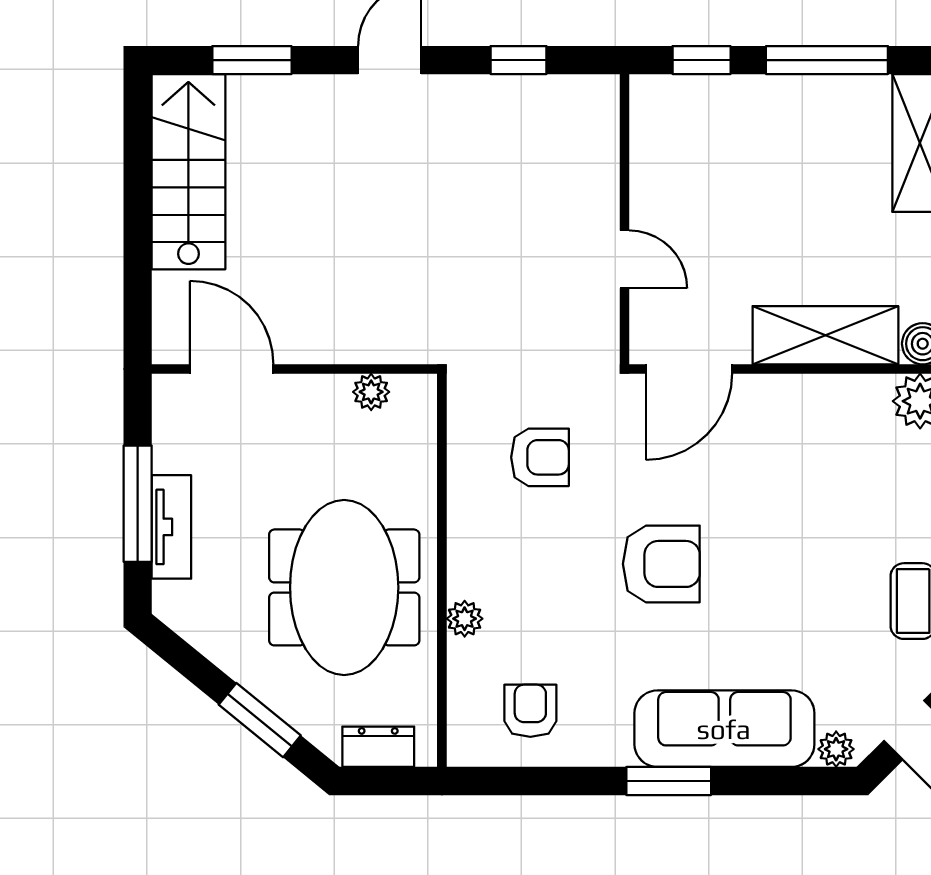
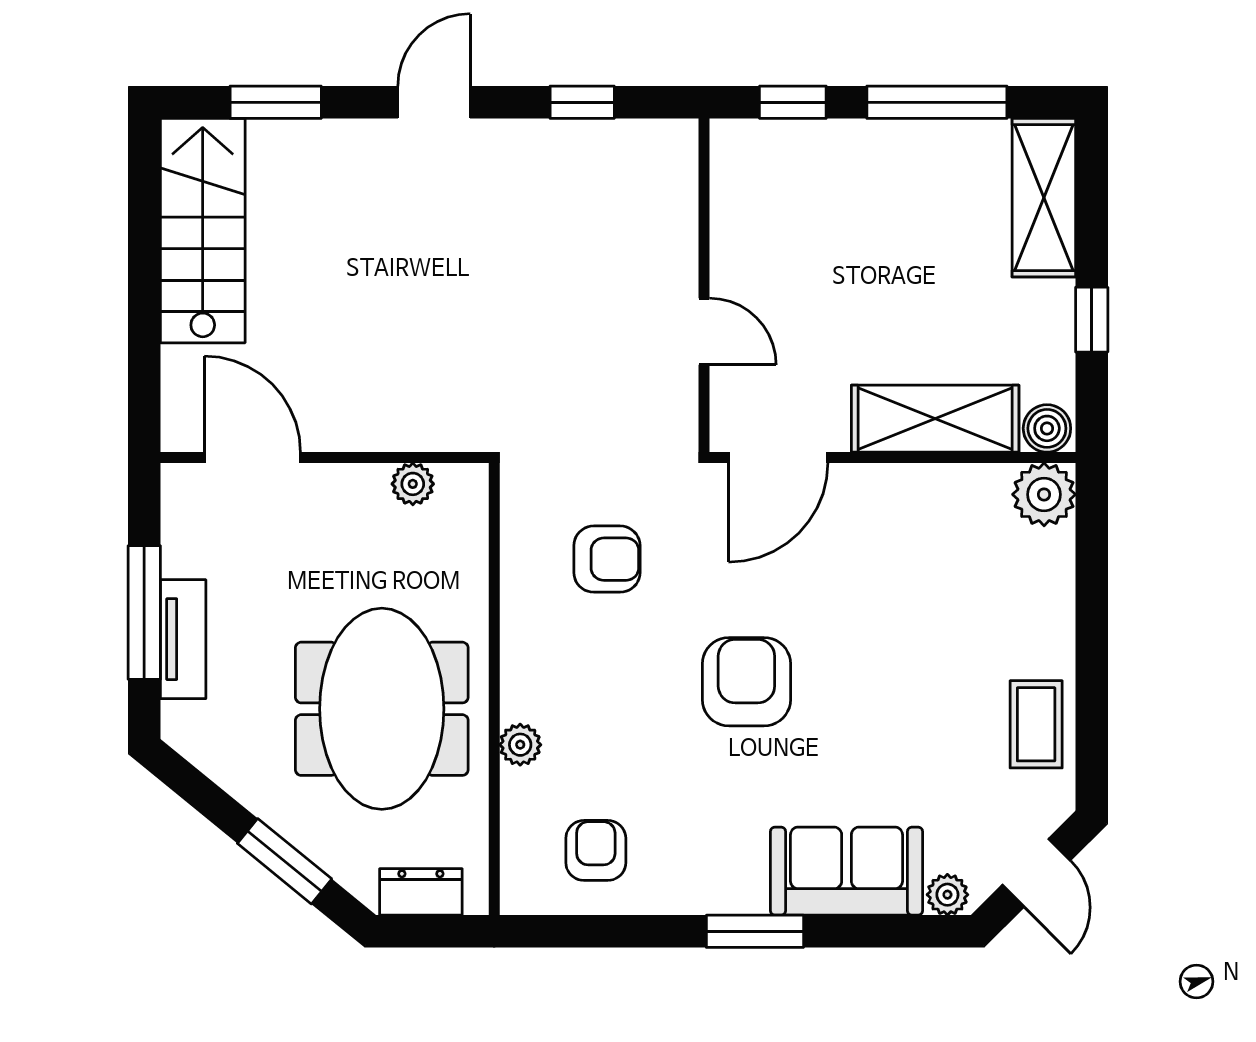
armchair: (661, 564) -> (746, 682), turned -90
sofa: (724, 729) -> (847, 871), width x0.73

